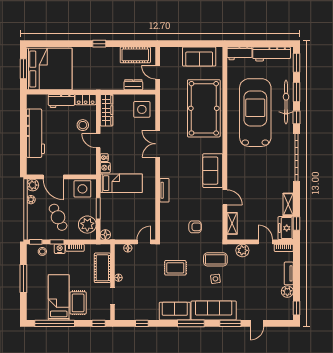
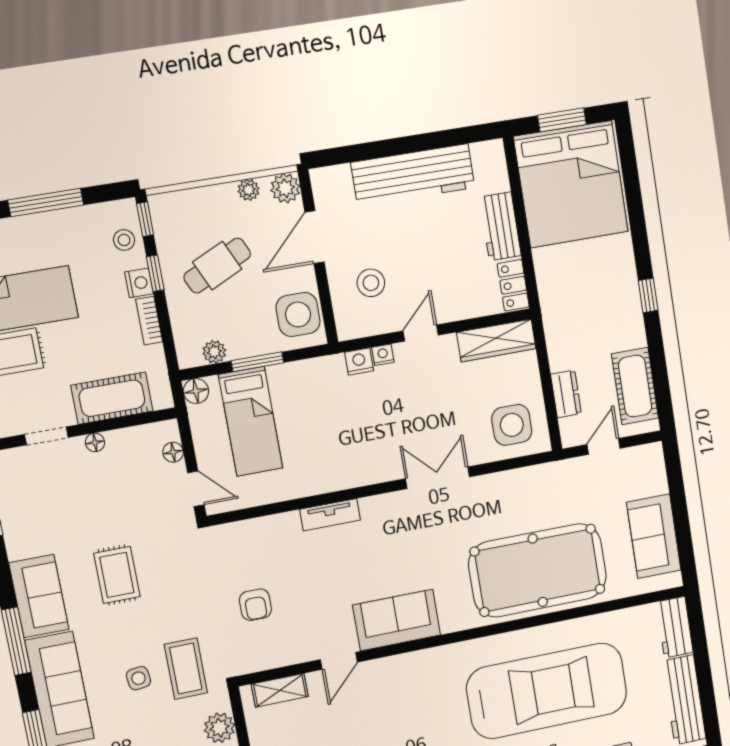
stool: (83, 125) -> (371, 283), moved
bed: (121, 183) -> (251, 421), moved
plant: (87, 225) -> (214, 352), width x0.53, depth x0.53
rug: (175, 268) -> (117, 575), moved

